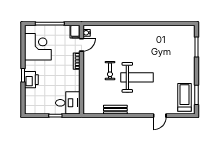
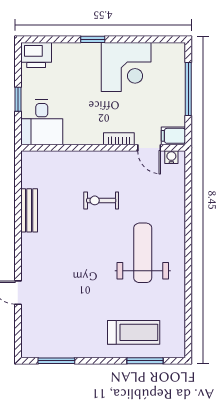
corner desk: (38, 47) -> (126, 67), moved
weight bench: (137, 77) -> (143, 253), moved, turned 180
printer: (31, 80) -> (36, 55), moved
treadmill: (185, 97) -> (134, 332), moved

